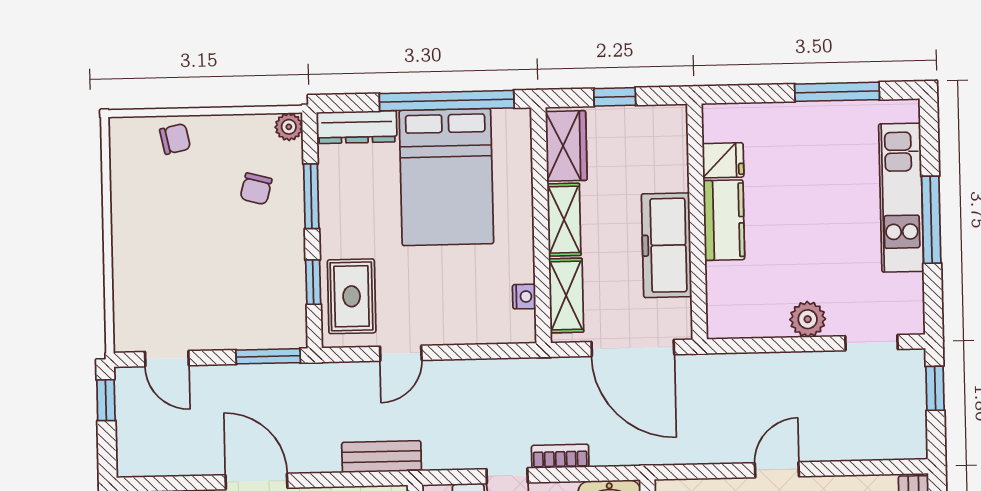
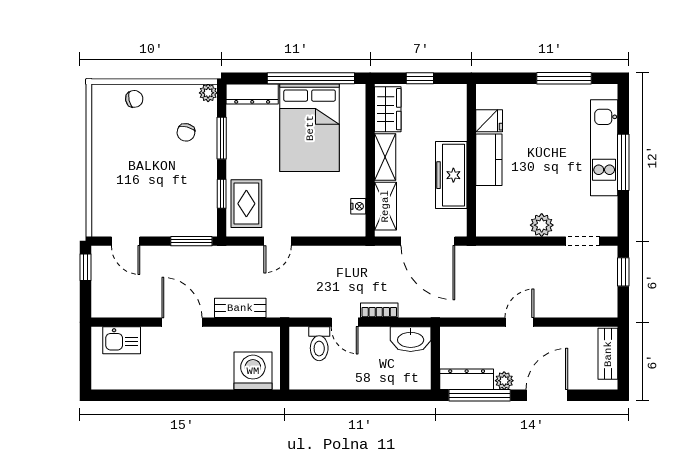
bench: (382, 457) -> (240, 308), moved

